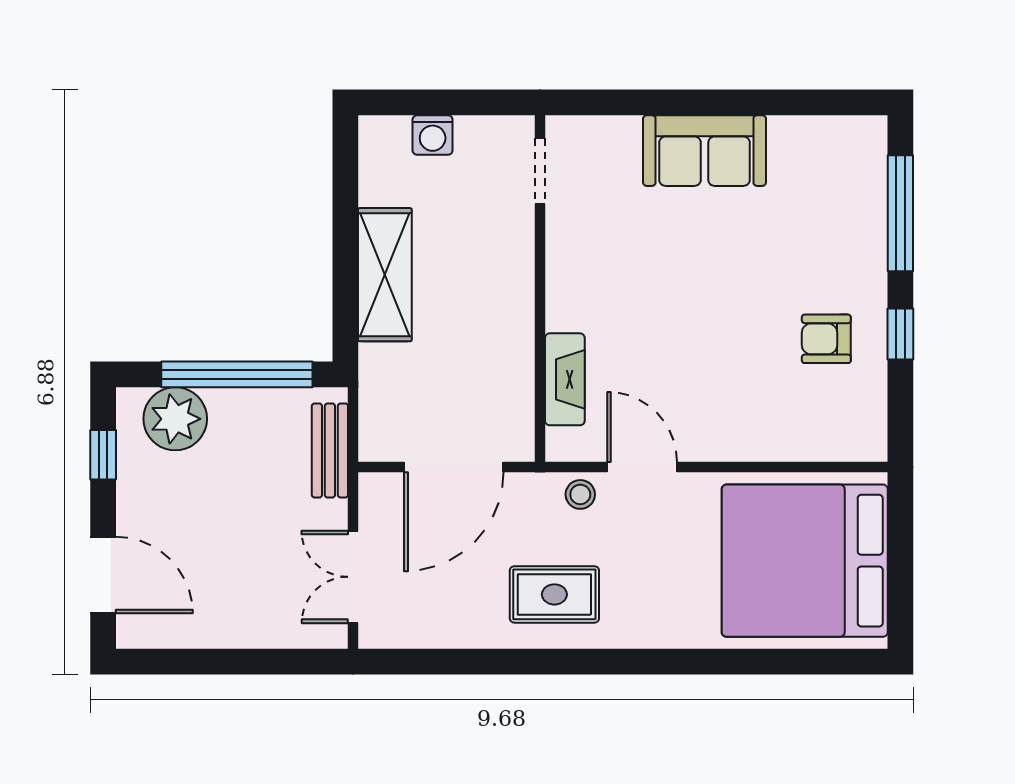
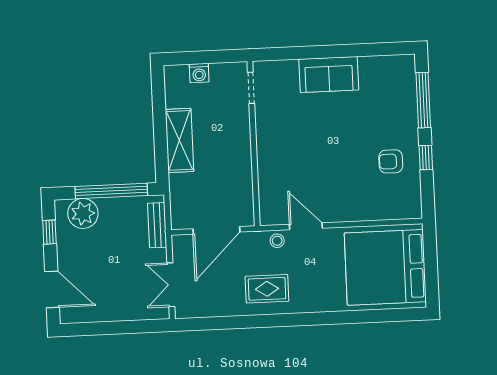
fireplace: (565, 379) -> (267, 186), removed

